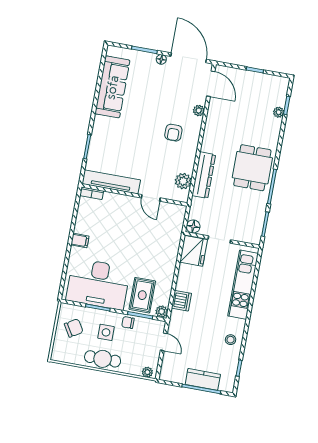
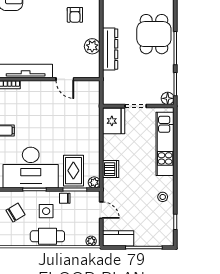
plant: (183, 181) -> (92, 46), moved
floor lamp: (193, 226) -> (168, 98), moved
kitchen counter: (203, 379) -> (118, 238), moved

